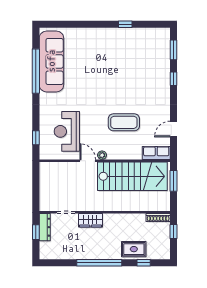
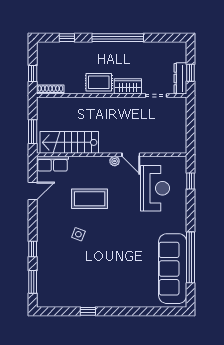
side table: (134, 91) -> (78, 234), added
stairs: (132, 176) -> (69, 142), width x0.73, depth x0.66
rug: (134, 249) -> (99, 82), moved

